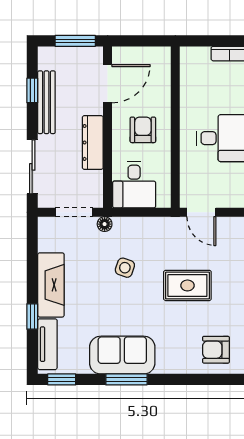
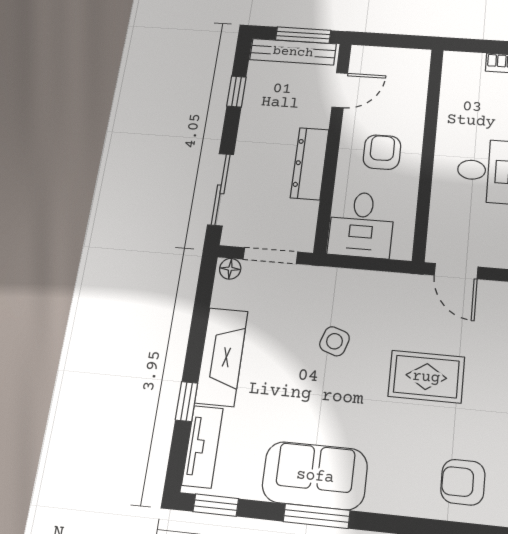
door: (108, 84) -> (340, 90), width x0.73
bench: (46, 102) -> (293, 52), moved, turned 90
floor lamp: (105, 224) -> (230, 269), moved

